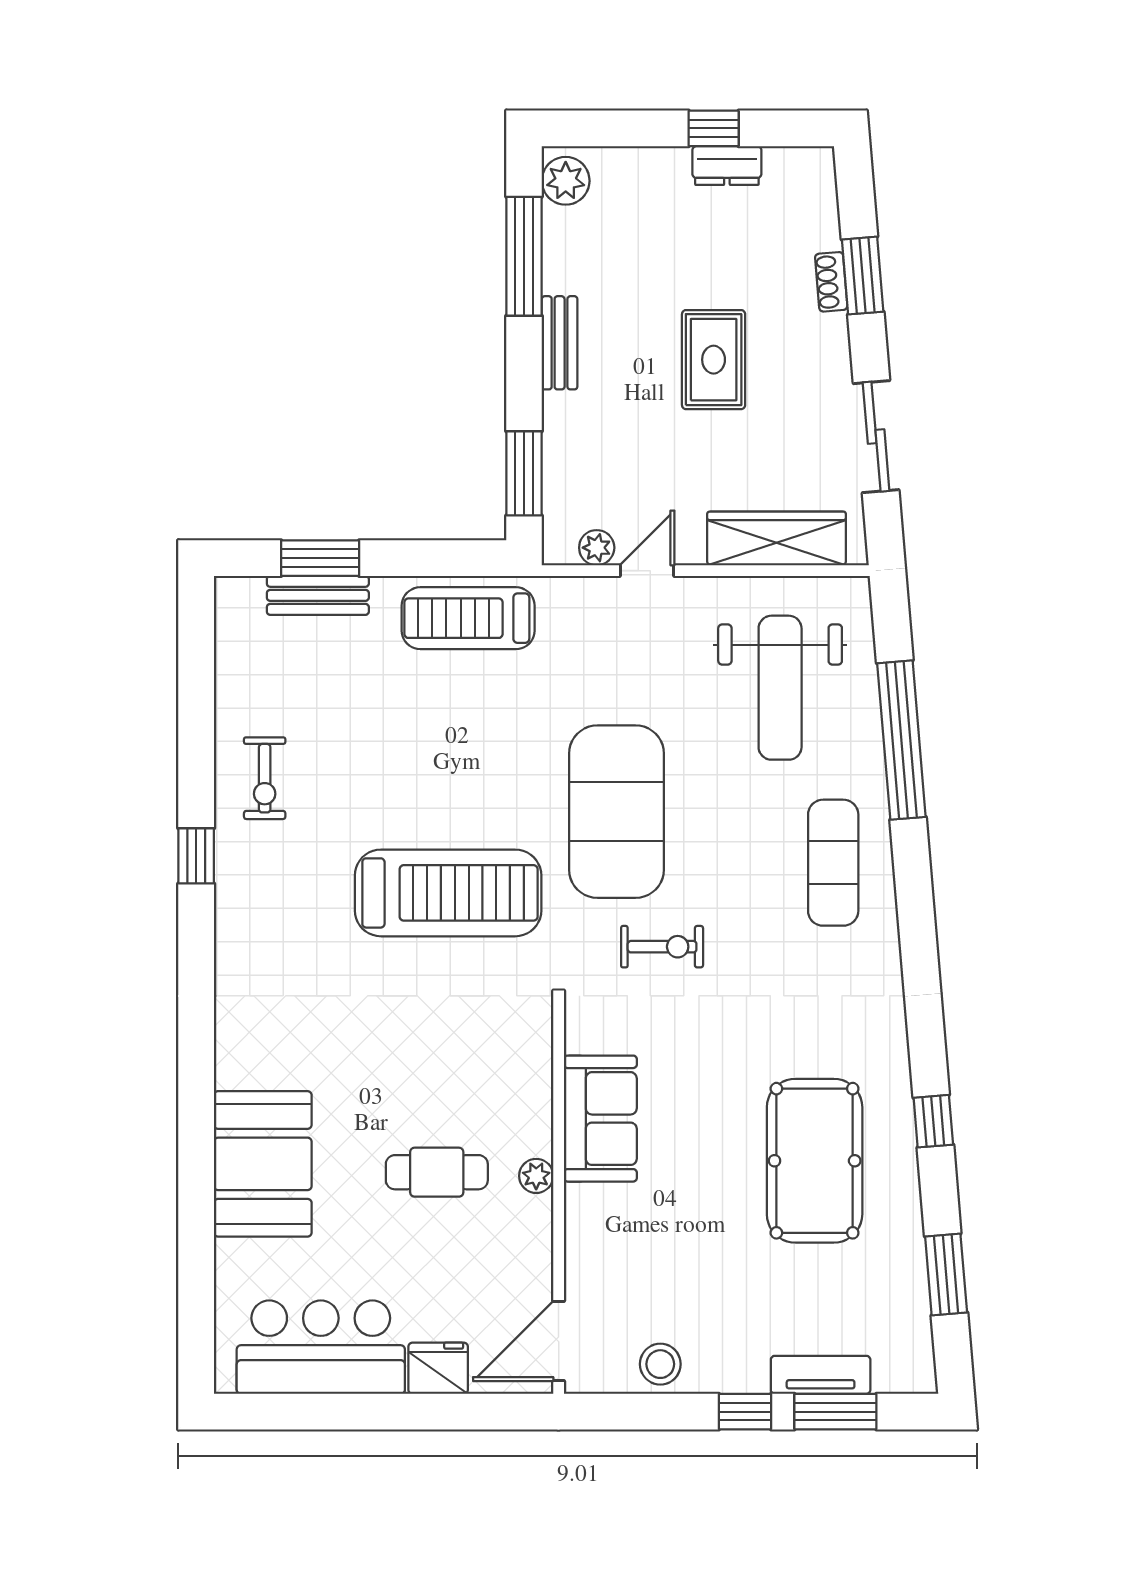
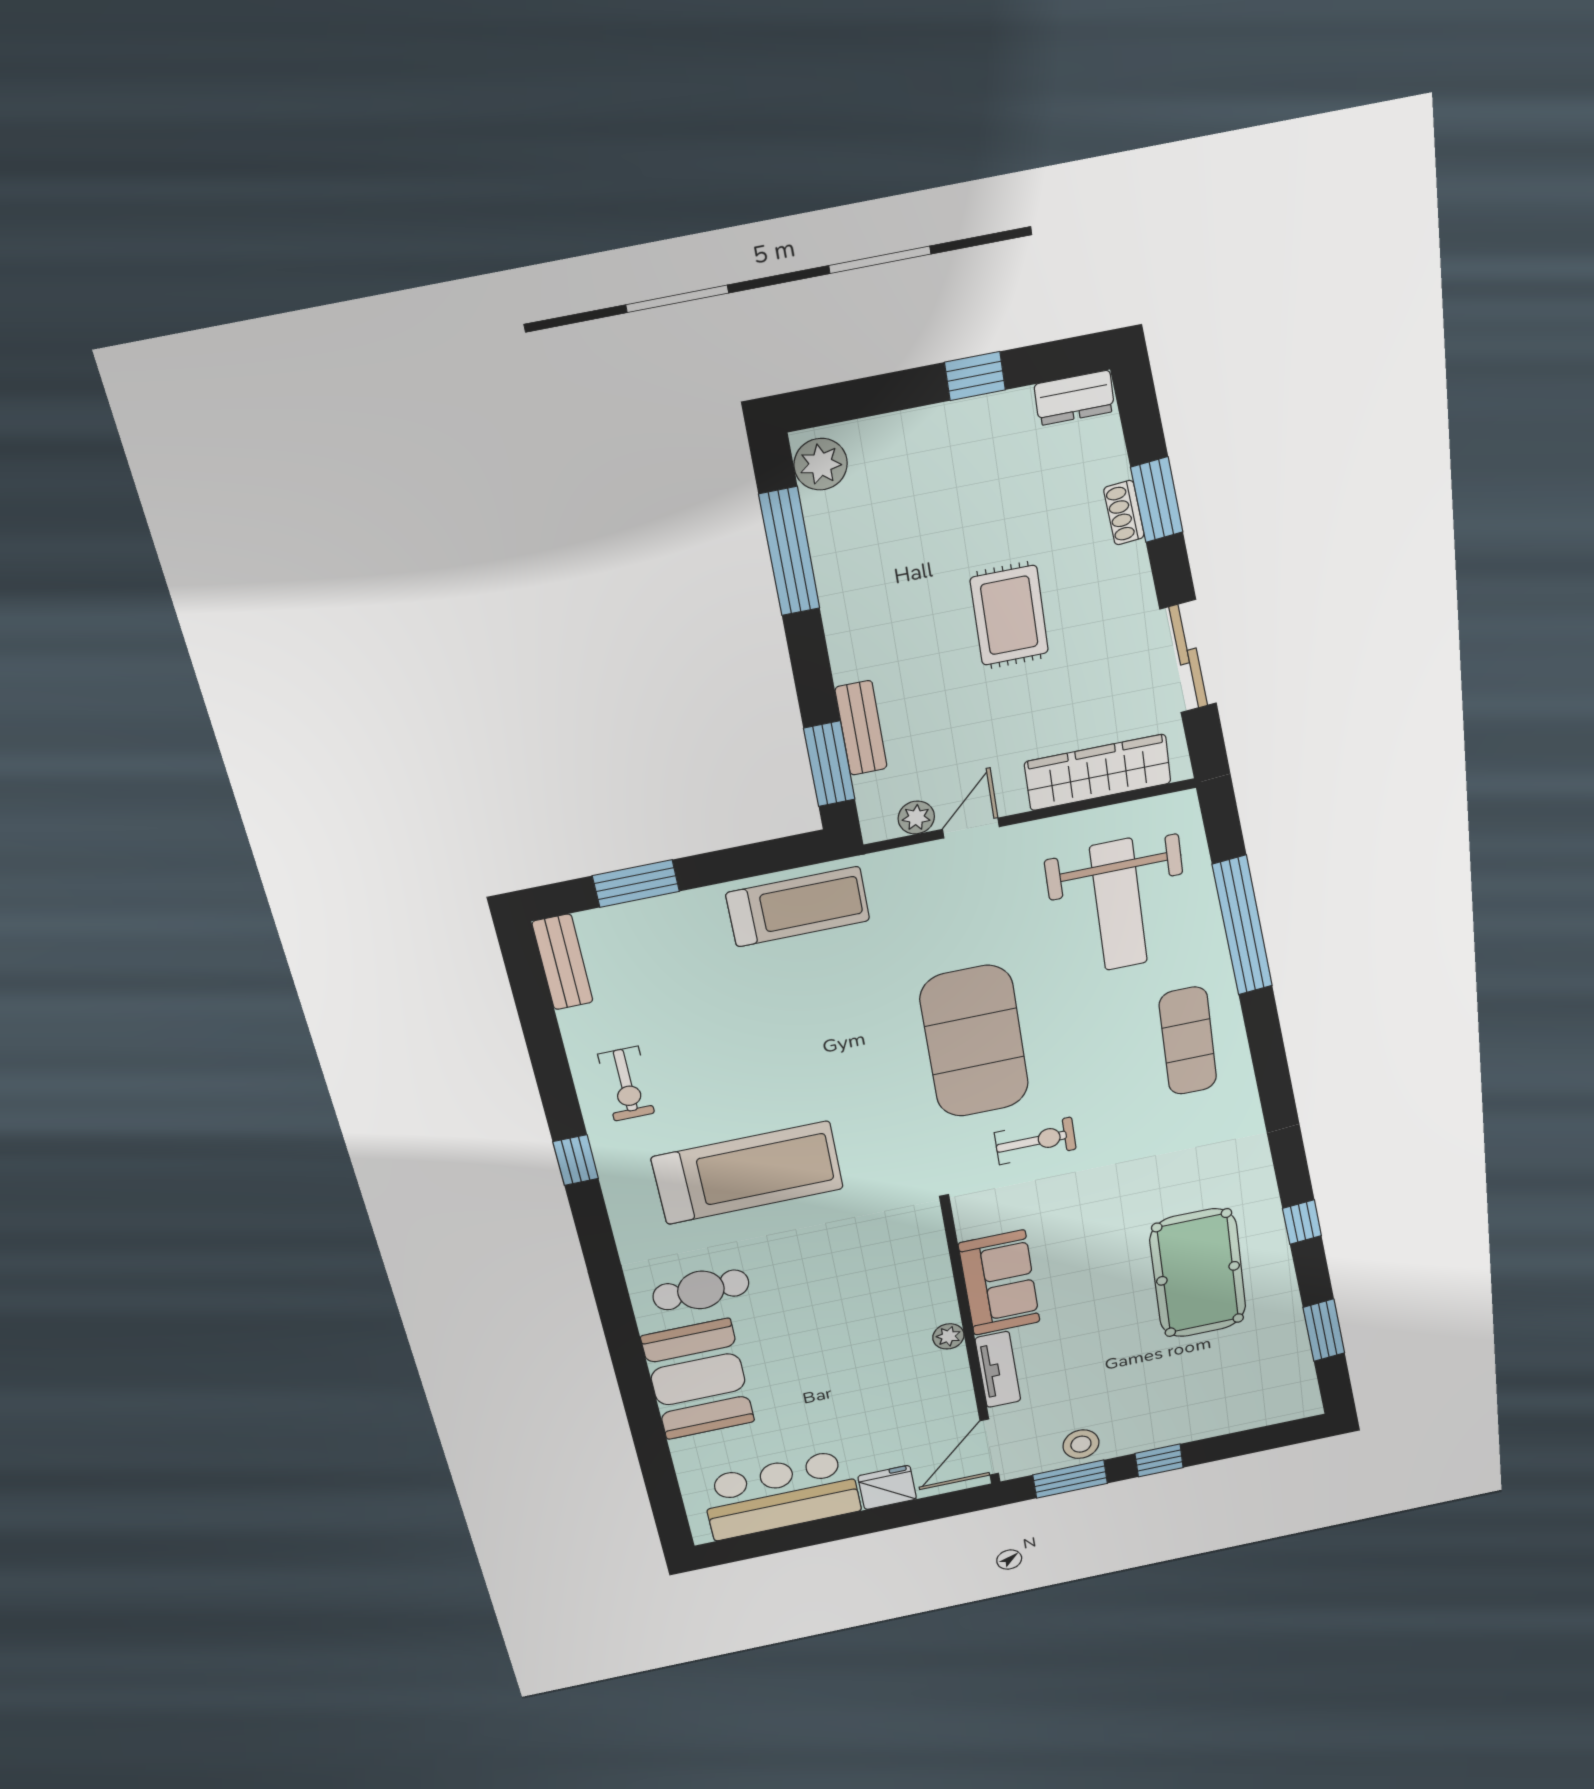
dresser: (727, 166) -> (1074, 398), moved
bench: (560, 343) -> (861, 728), moved
bench: (318, 595) -> (563, 962), moved, turned 90
treadmill: (468, 618) -> (798, 907), turned 180
treadmill: (448, 893) -> (748, 1173), moved
cafe table: (437, 1172) -> (701, 1290), moved
tv unit: (821, 1375) -> (998, 1370), moved, turned 90
window: (835, 1412) -> (1070, 1479), moved

